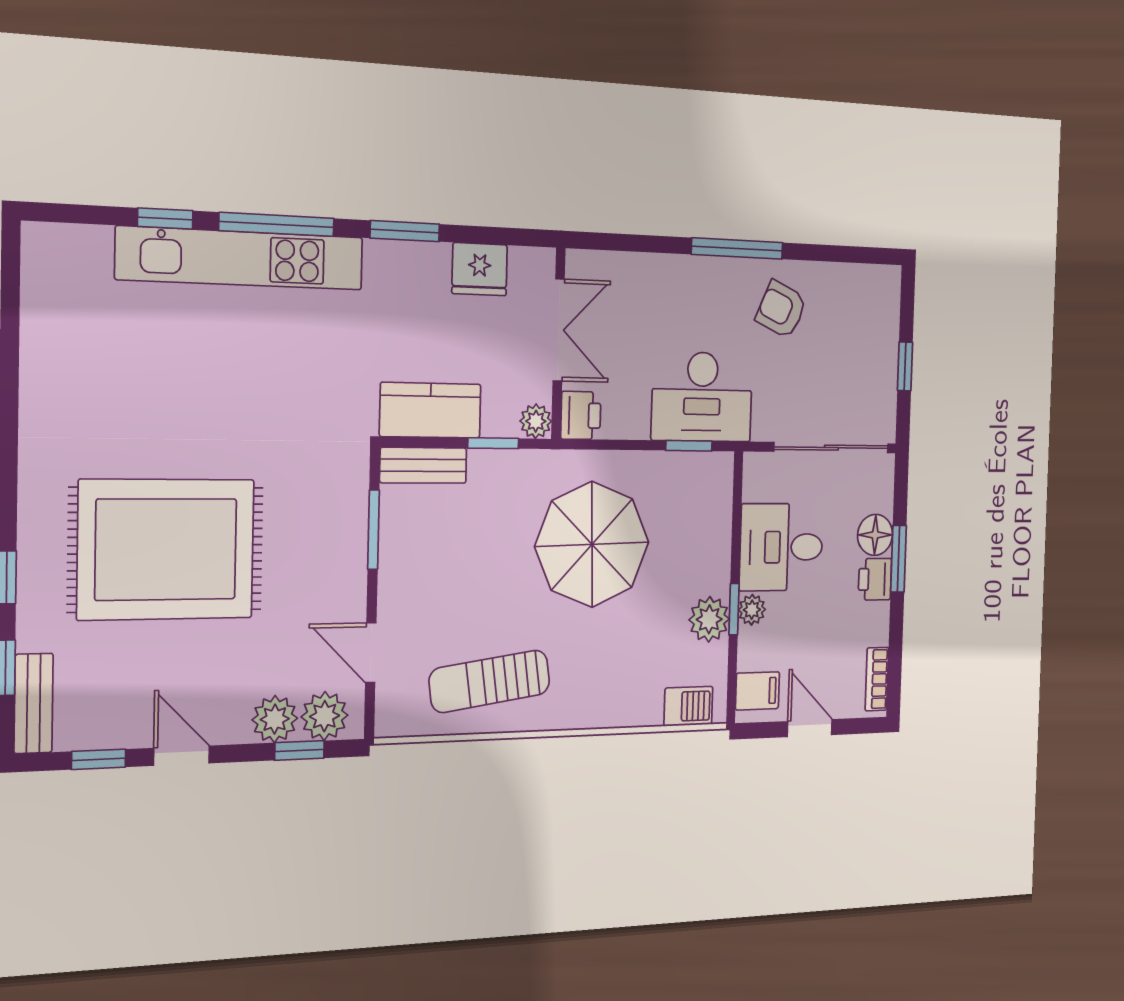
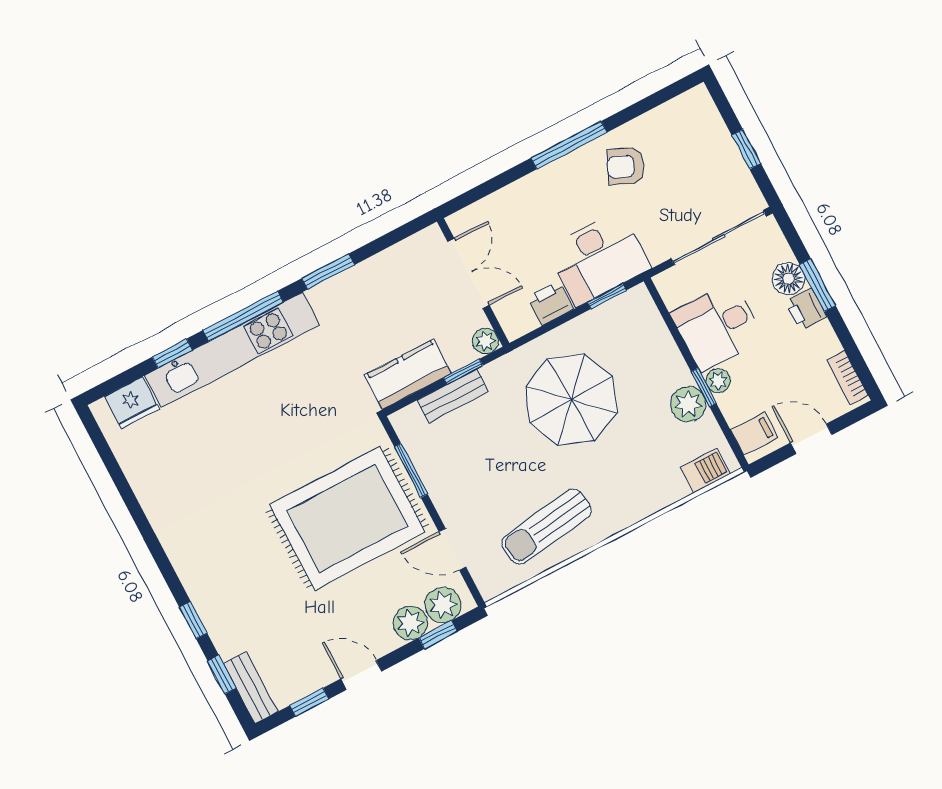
fridge: (480, 269) -> (132, 403), moved
printer: (581, 415) -> (551, 303), moved, turned -90
bench: (423, 465) -> (453, 396), moved
rug: (166, 549) -> (347, 518), moved

